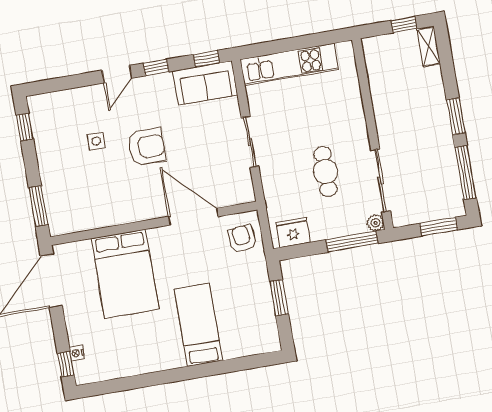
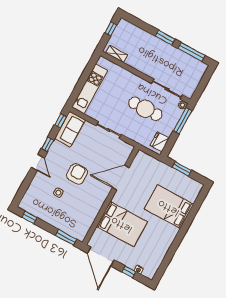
shelving: (429, 46) -> (117, 54), moved
cafe table: (326, 172) -> (145, 109), width x1.37, depth x1.35
window: (439, 227) -> (205, 80), removed
armchair: (242, 239) -> (146, 165), removed
bed: (198, 325) -> (169, 207), width x1.50
window: (66, 364) -> (129, 272), moved

